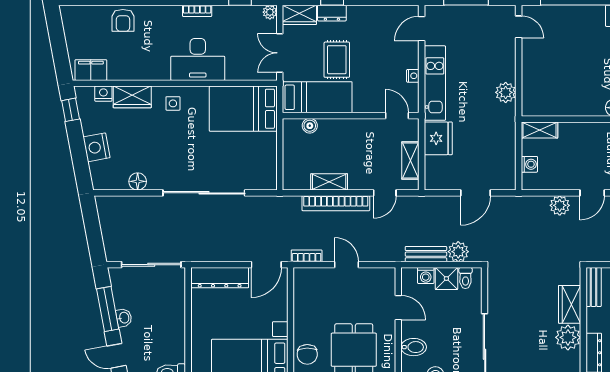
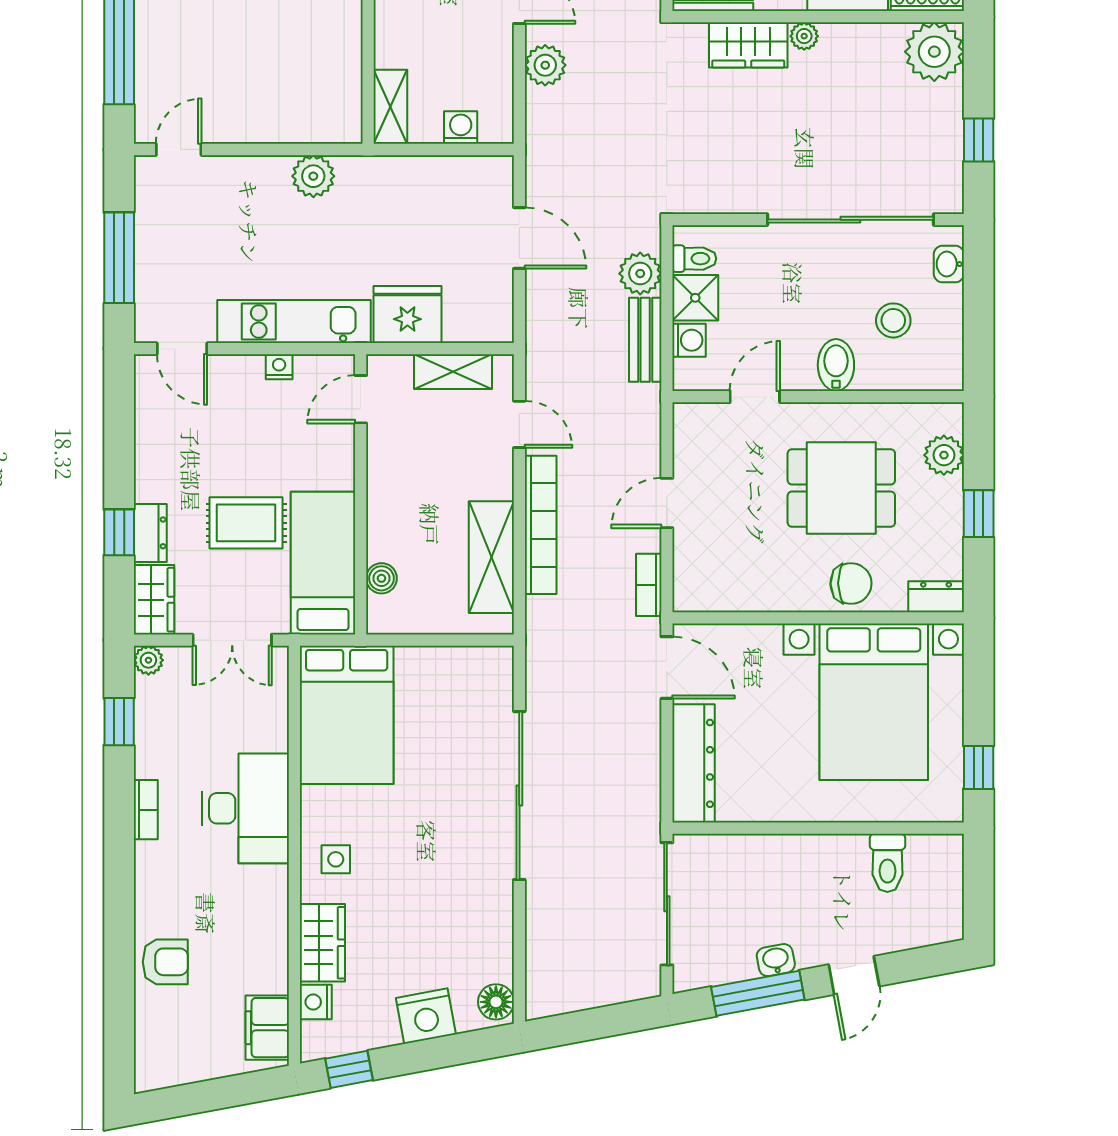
floor lamp: (138, 181) -> (496, 1002), moved
shelving: (329, 182) -> (491, 557), width x1.50, depth x1.33
plant: (568, 337) -> (804, 36), width x0.53, depth x0.53

